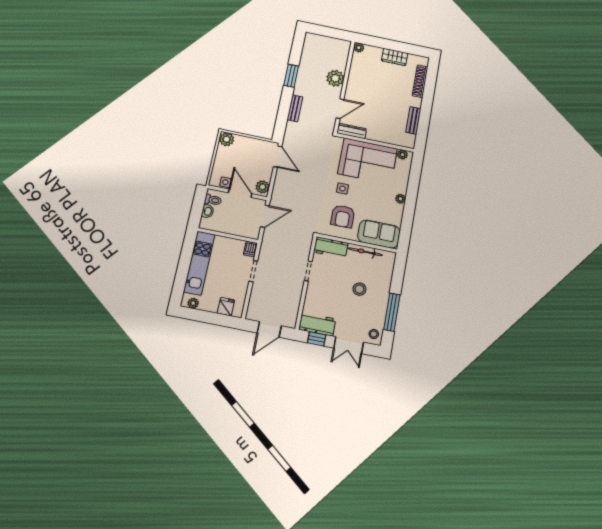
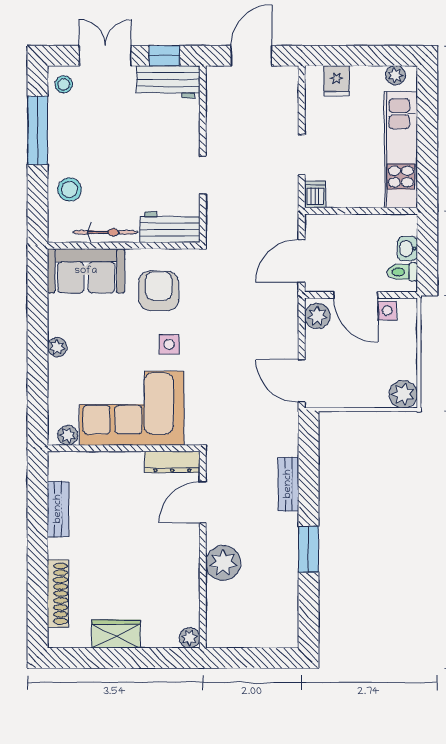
stool: (359, 289) -> (69, 189), moved

